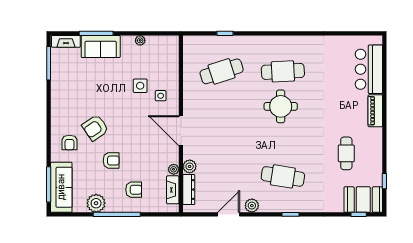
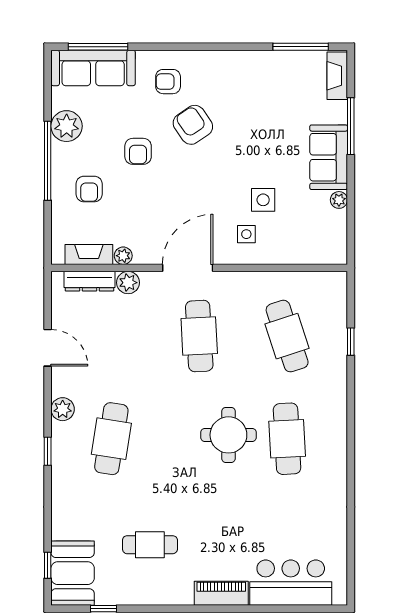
sofa: (101, 47) -> (329, 157), moved
cafe table: (222, 124) -> (199, 336), added
plant: (252, 206) -> (63, 409), moved

